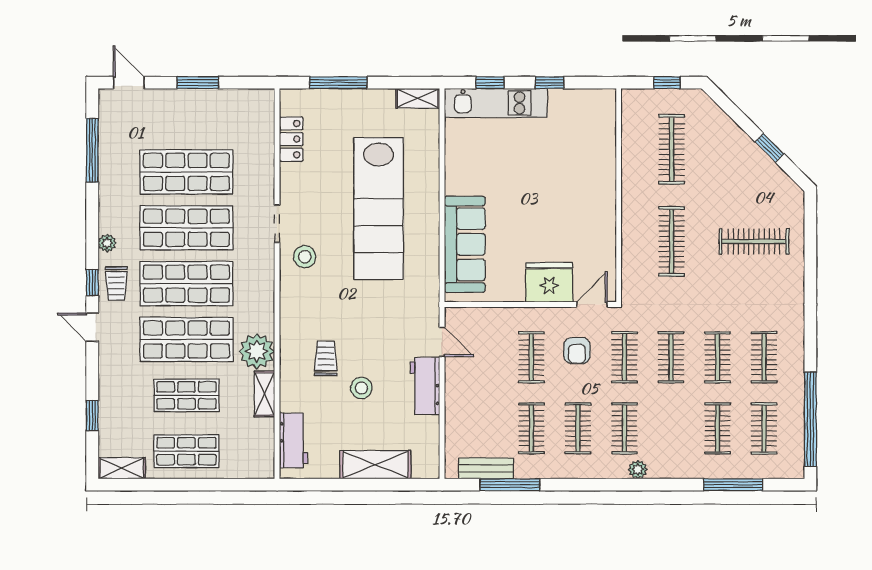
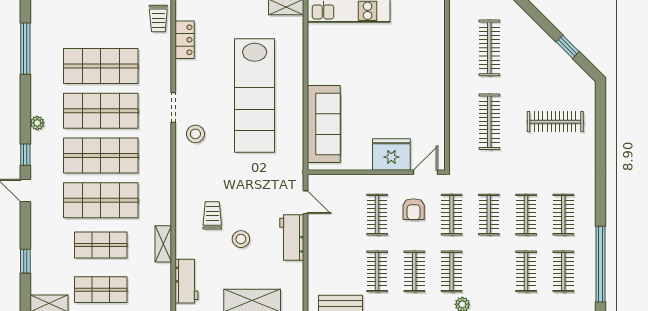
trolley: (116, 283) -> (158, 18), moved
plant: (257, 351) -> (157, 210), removed

